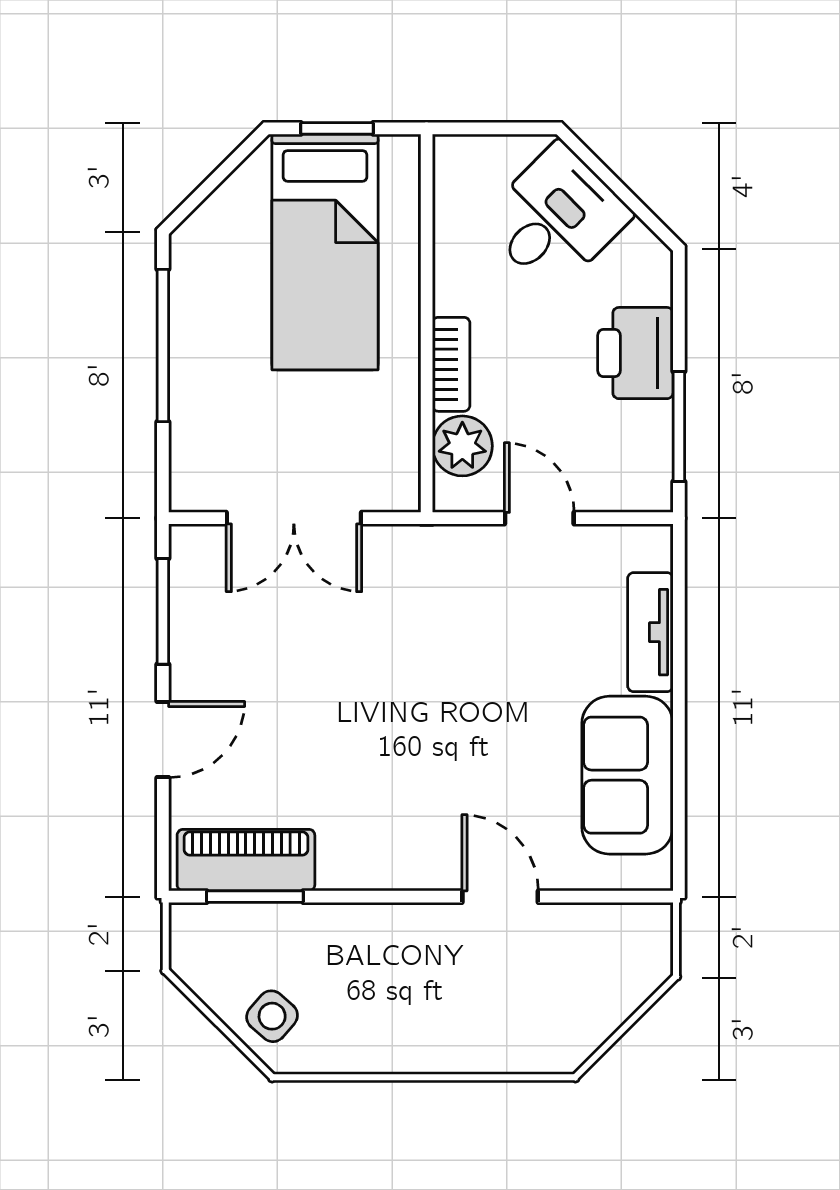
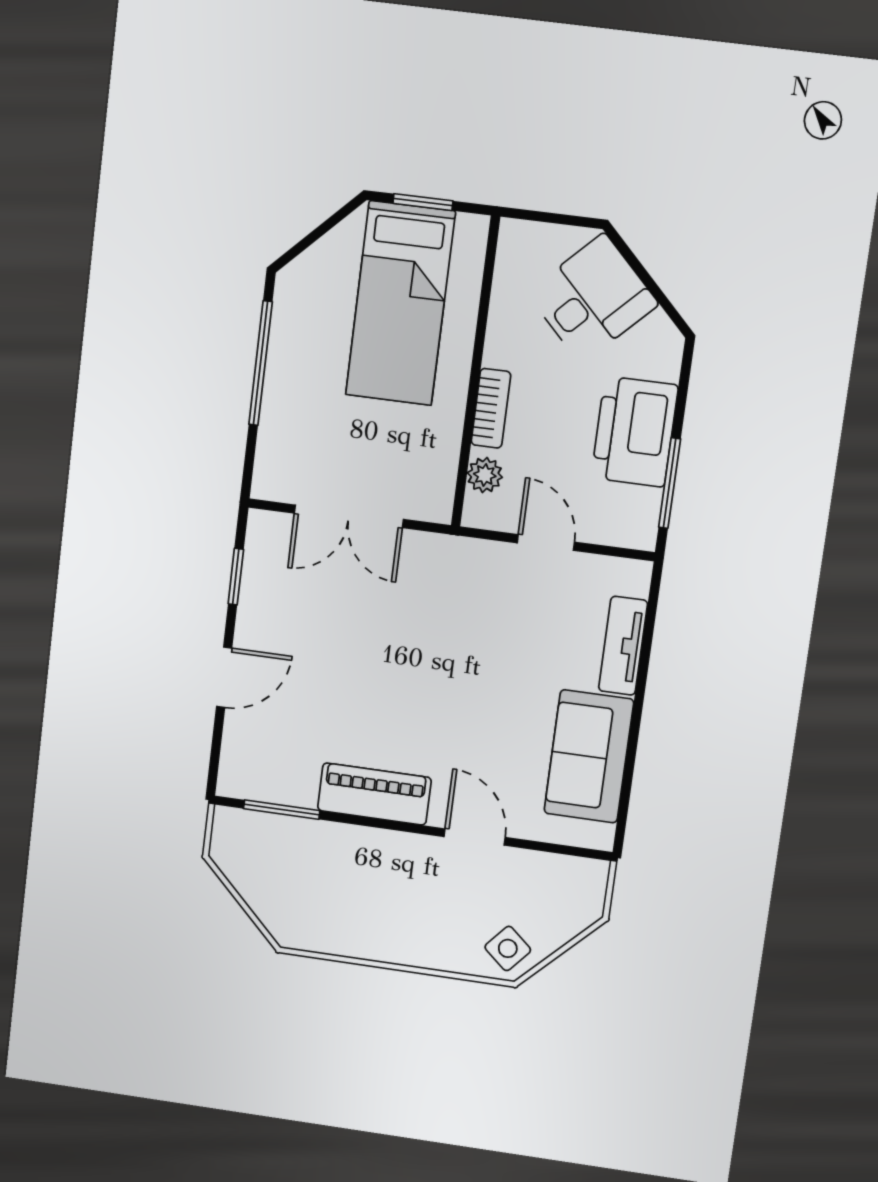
printer: (635, 353) -> (635, 432), width x1.37, depth x1.19
plant: (462, 446) -> (485, 475), width x0.73, depth x0.73
window: (163, 611) -> (236, 577), width x0.67
piano: (246, 860) -> (374, 794), moved
side table: (272, 1016) -> (508, 948), moved

